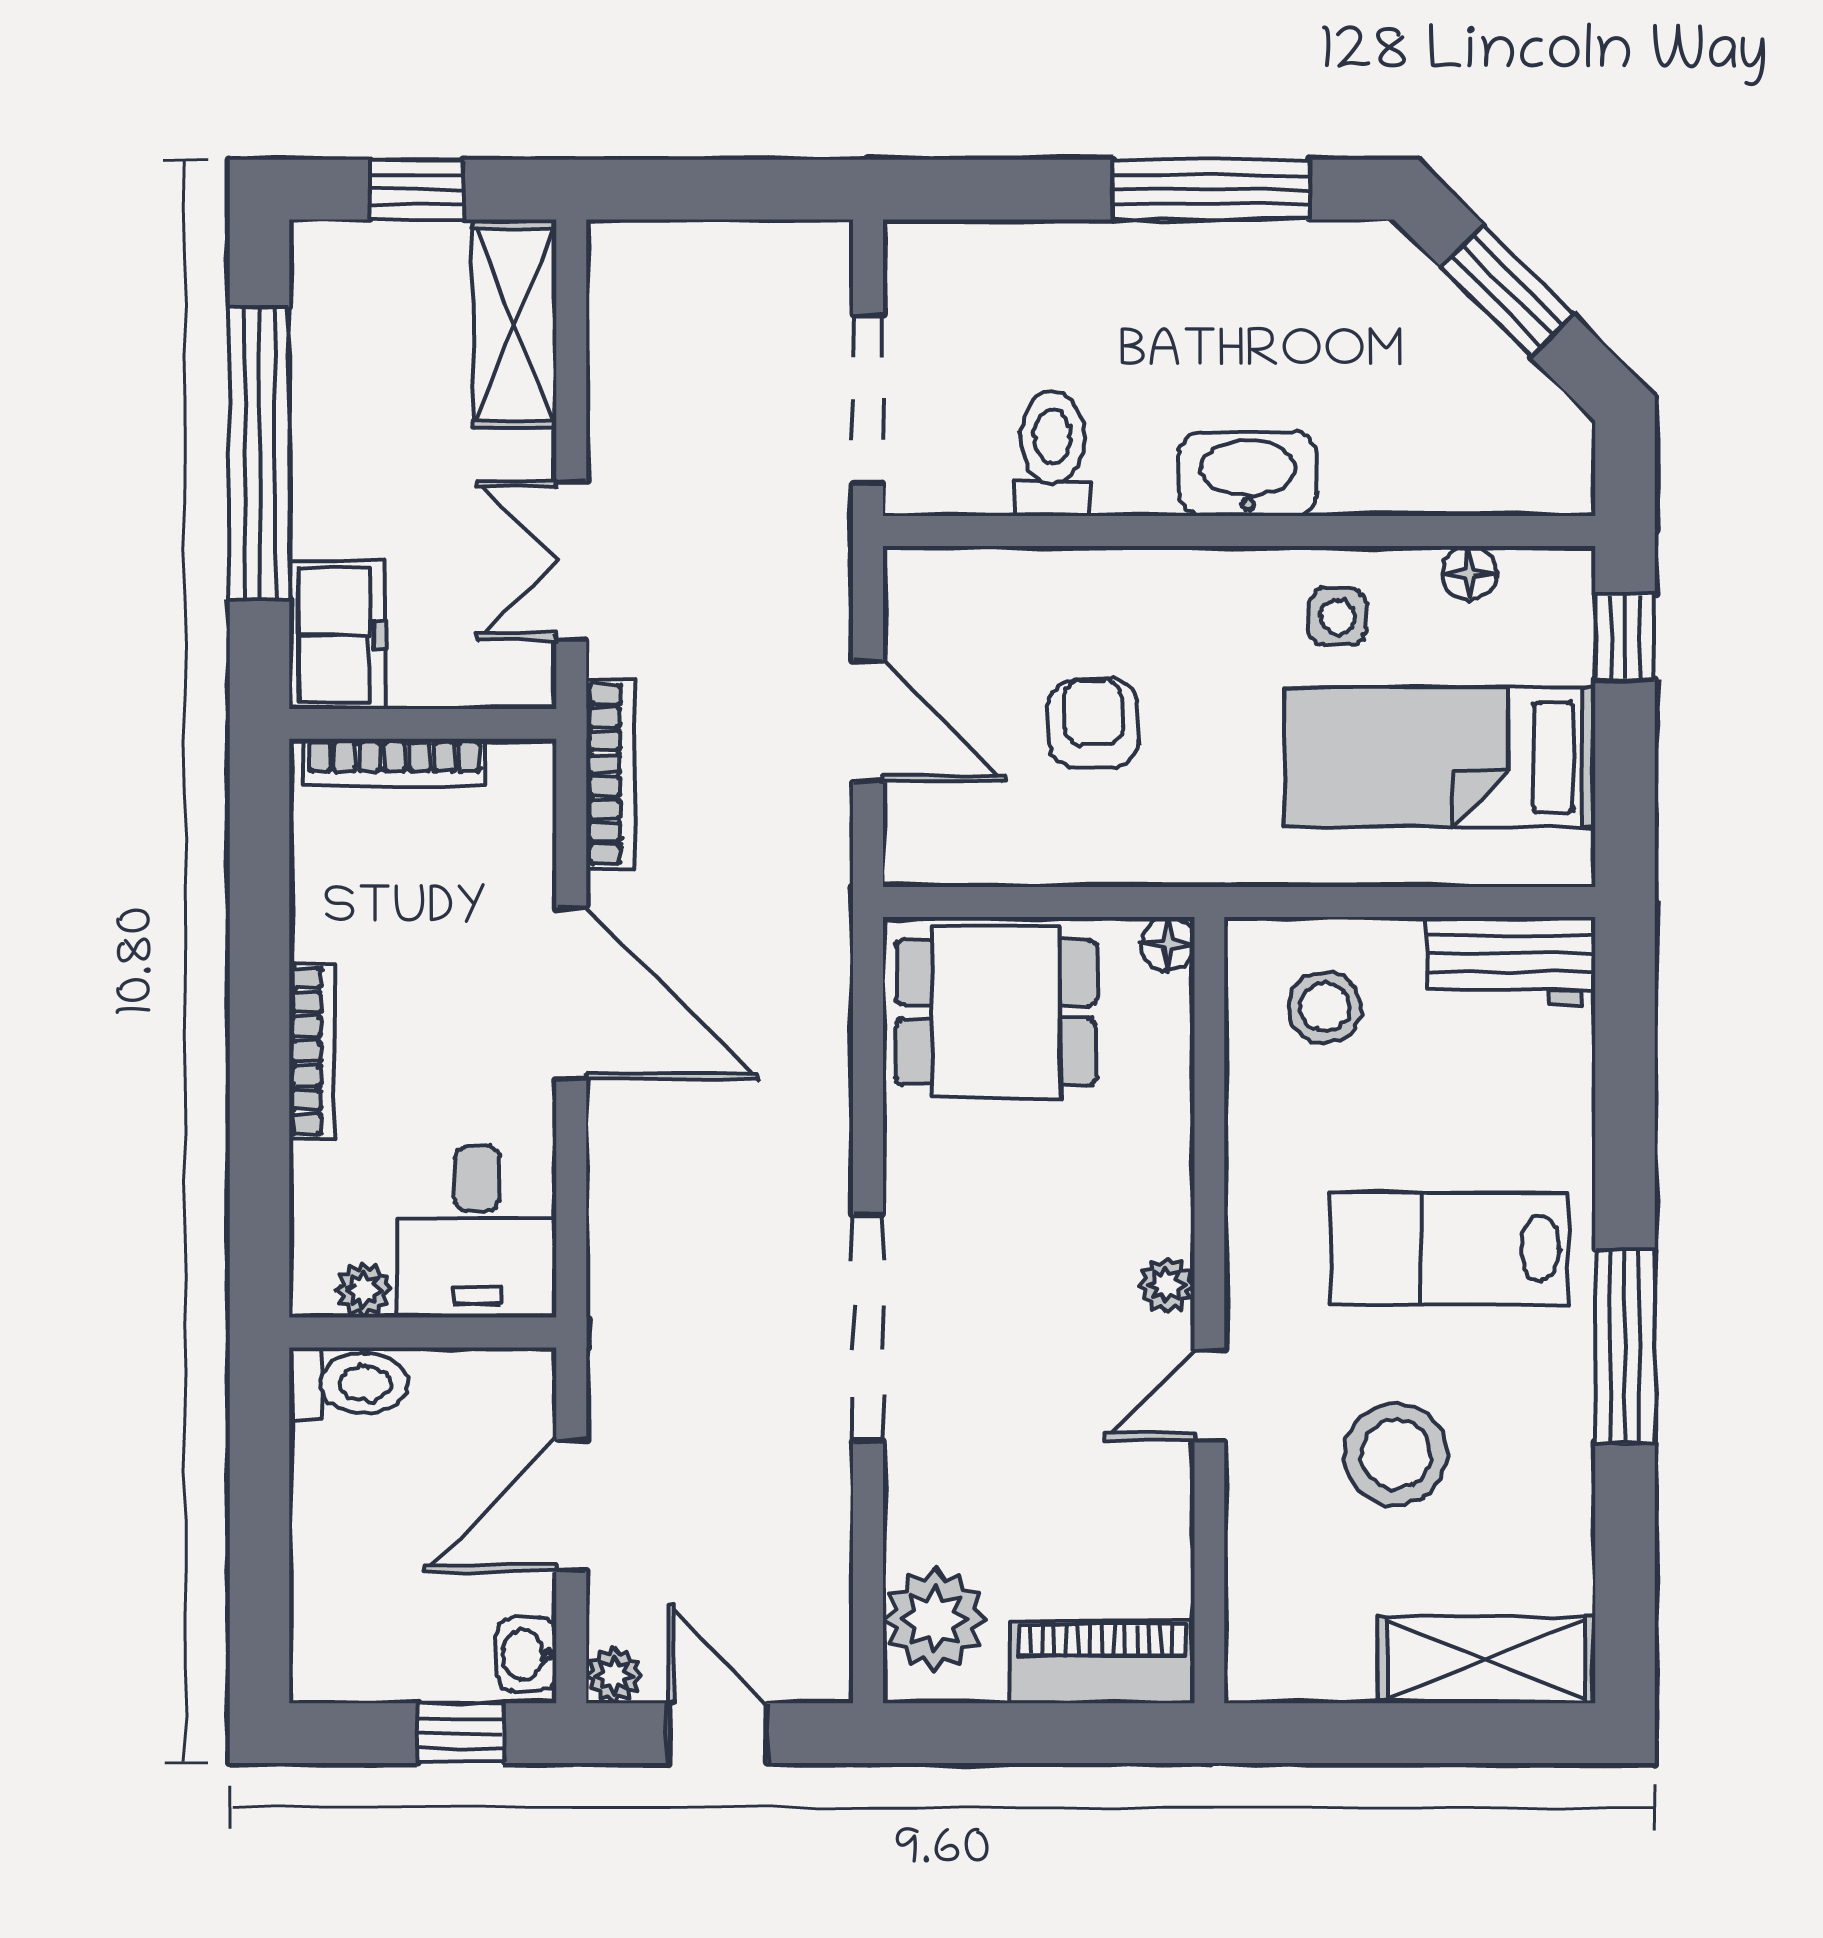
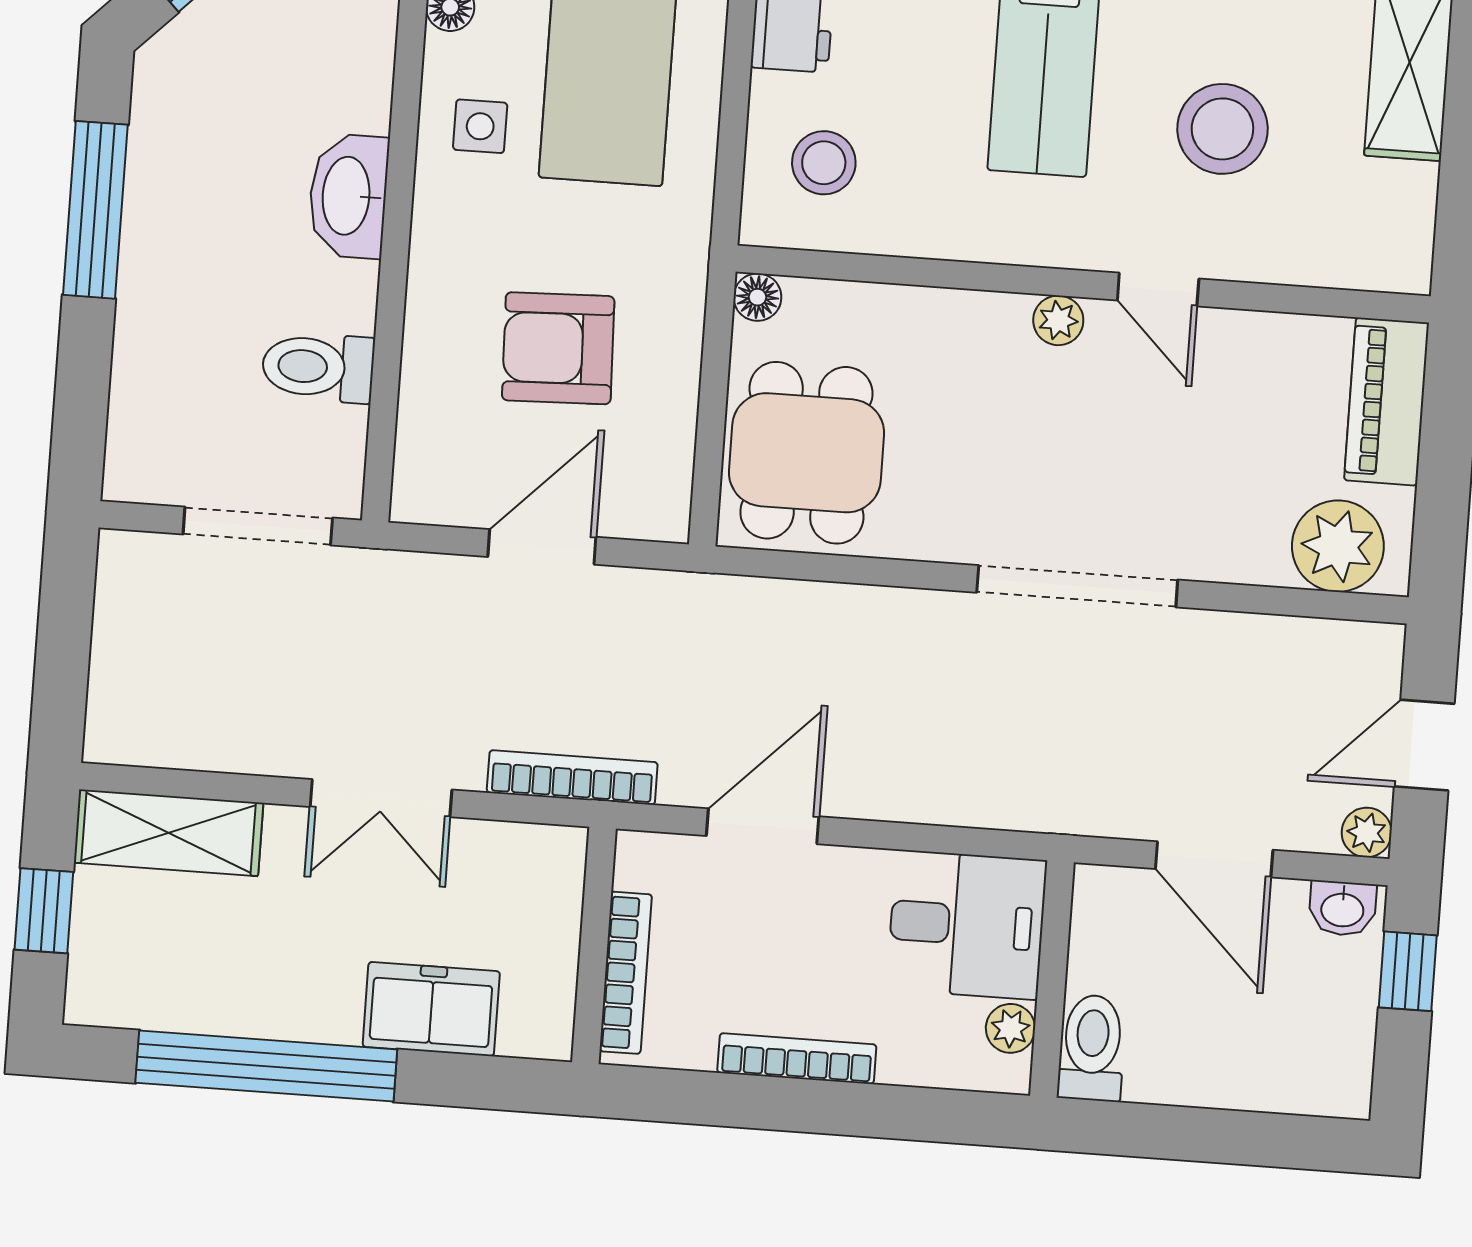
armchair: (1093, 723) -> (558, 348), width x1.38, depth x1.38
wall: (423, 724) -> (594, 945), moved
bookcase: (394, 762) -> (626, 973), moved
door: (571, 993) -> (763, 826), width x0.73

